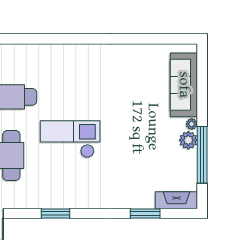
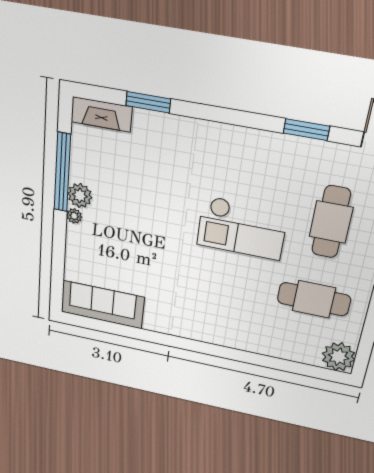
sofa: (184, 85) -> (102, 305), moved, turned -90
window: (55, 214) -> (306, 130), moved

